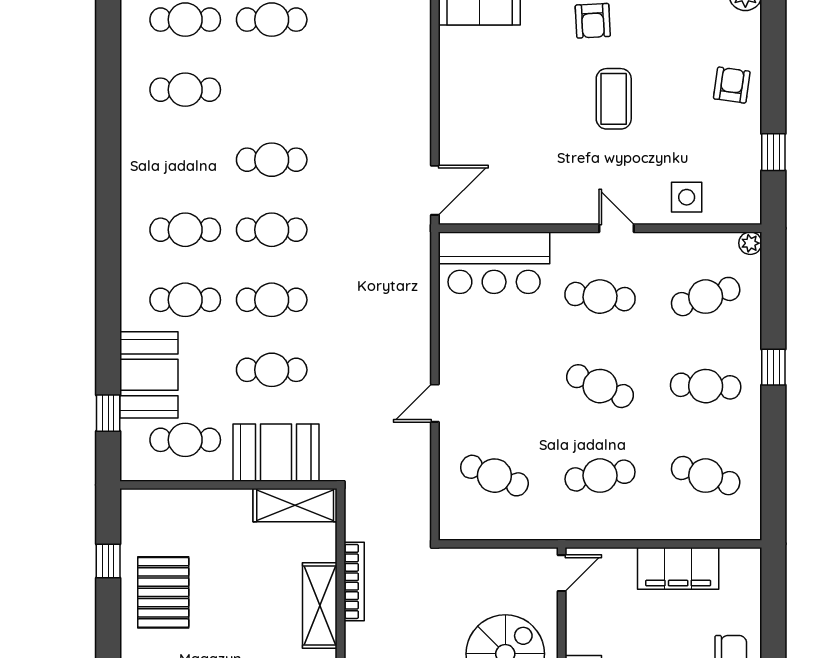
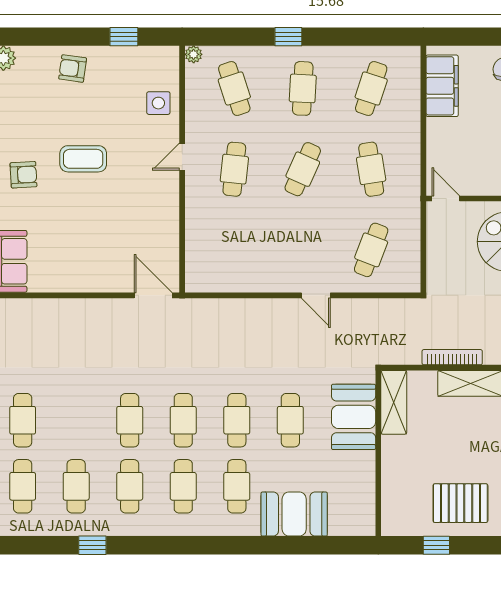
bar counter: (494, 263) -> (208, 250), removed
window: (108, 413) -> (92, 545), moved
cafe table: (185, 440) -> (130, 486), moved
filing cabinet: (678, 568) -> (442, 86), moved

